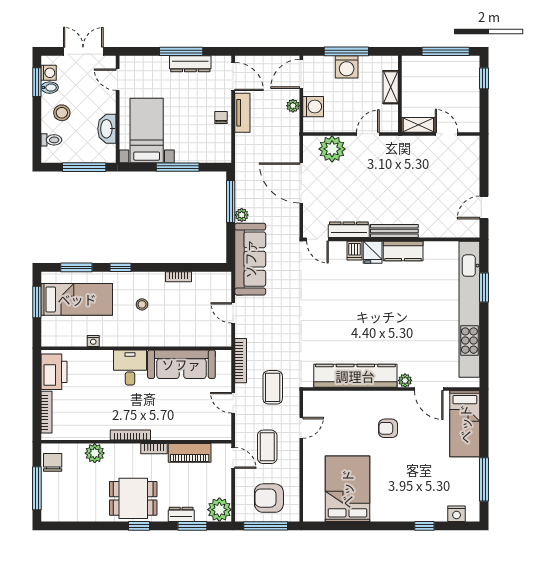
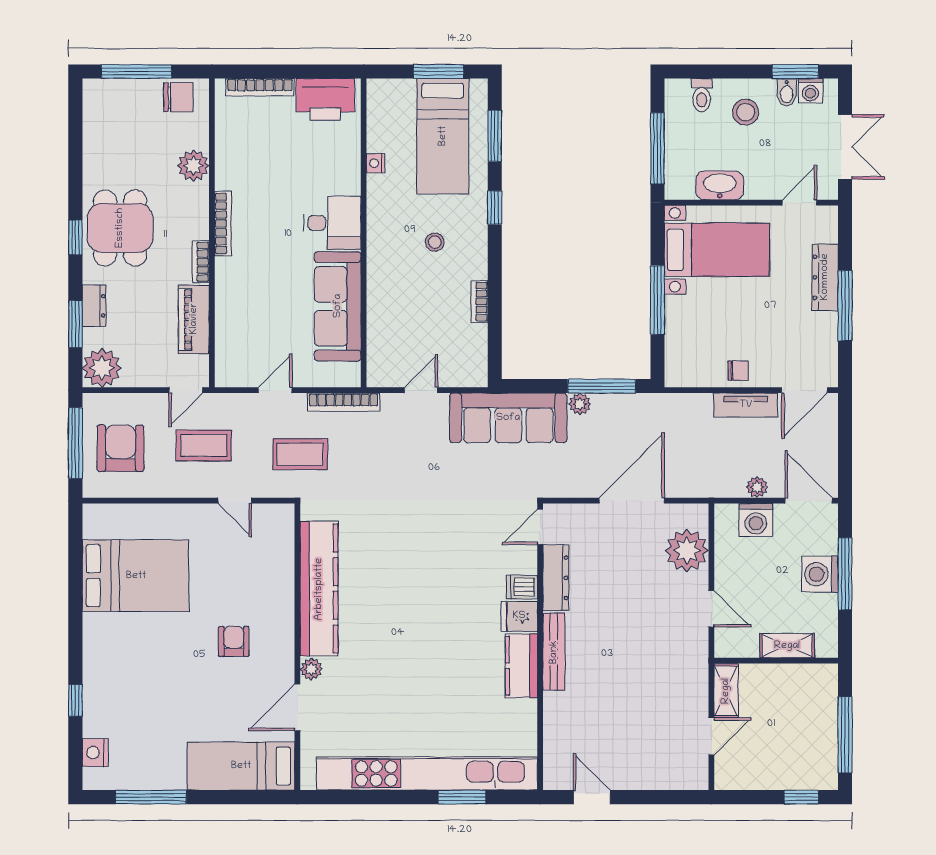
dresser: (190, 64) -> (825, 277), moved

